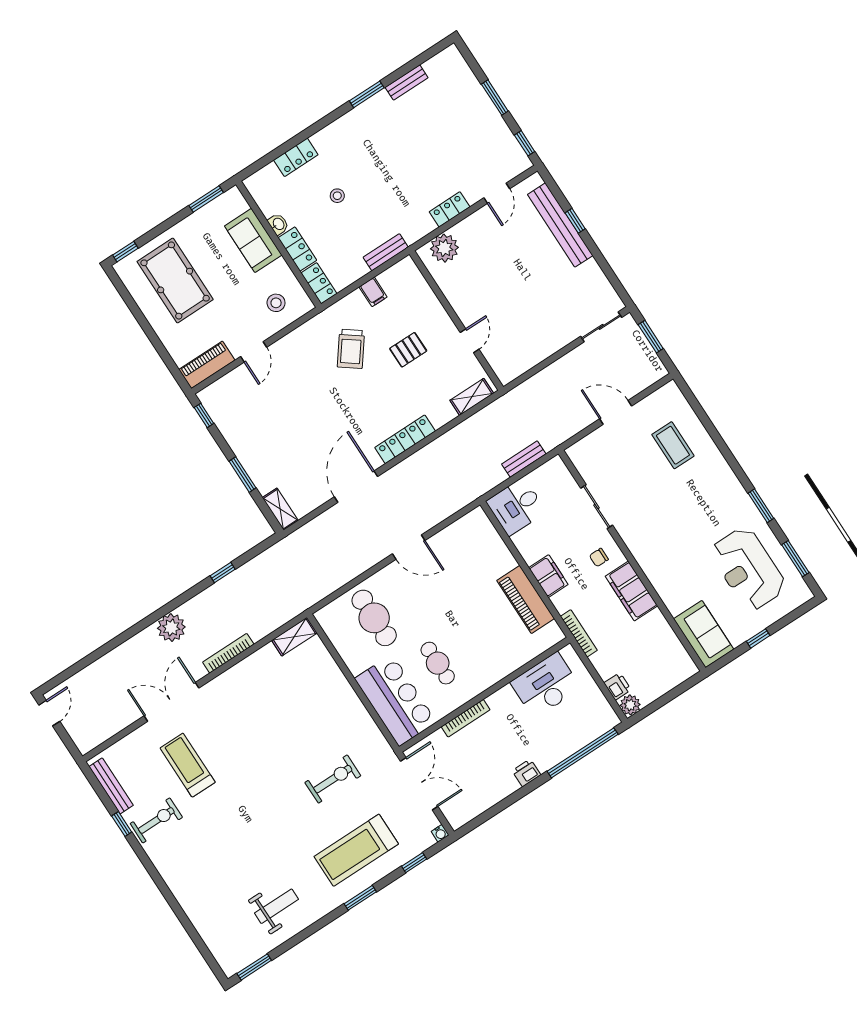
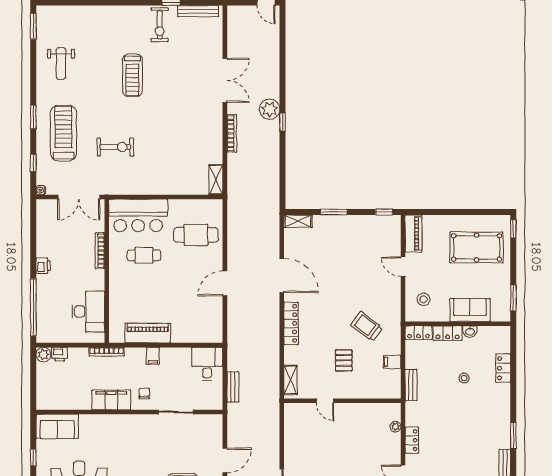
plant: (444, 248) -> (395, 427), width x0.53, depth x0.53
window: (223, 572) -> (283, 122), moved
filing cabinet: (548, 576) -> (153, 356), width x0.50
treadmill: (188, 765) -> (132, 75), moved, turned 90
exercise bike: (333, 779) -> (115, 147), turned -90

